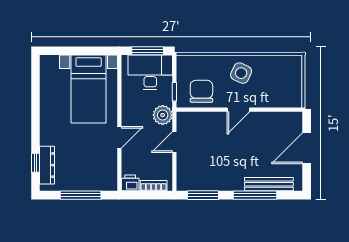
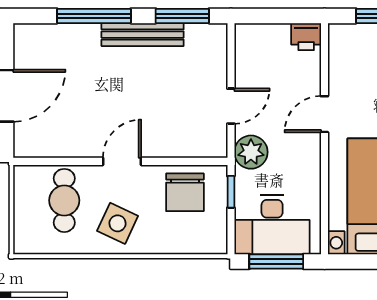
cafe table: (272, 87) -> (64, 200), added
bench: (269, 184) -> (143, 35), moved
bookcase: (154, 186) -> (266, 32), removed

